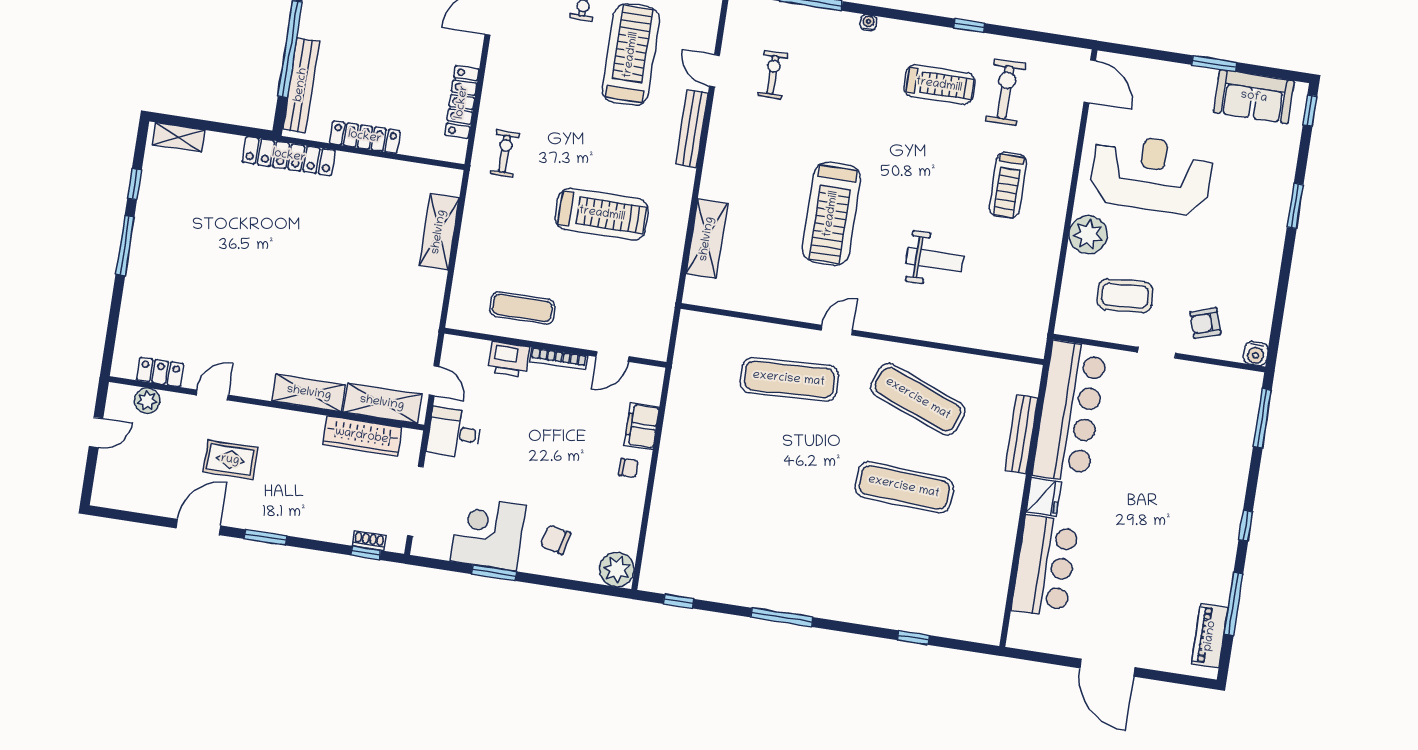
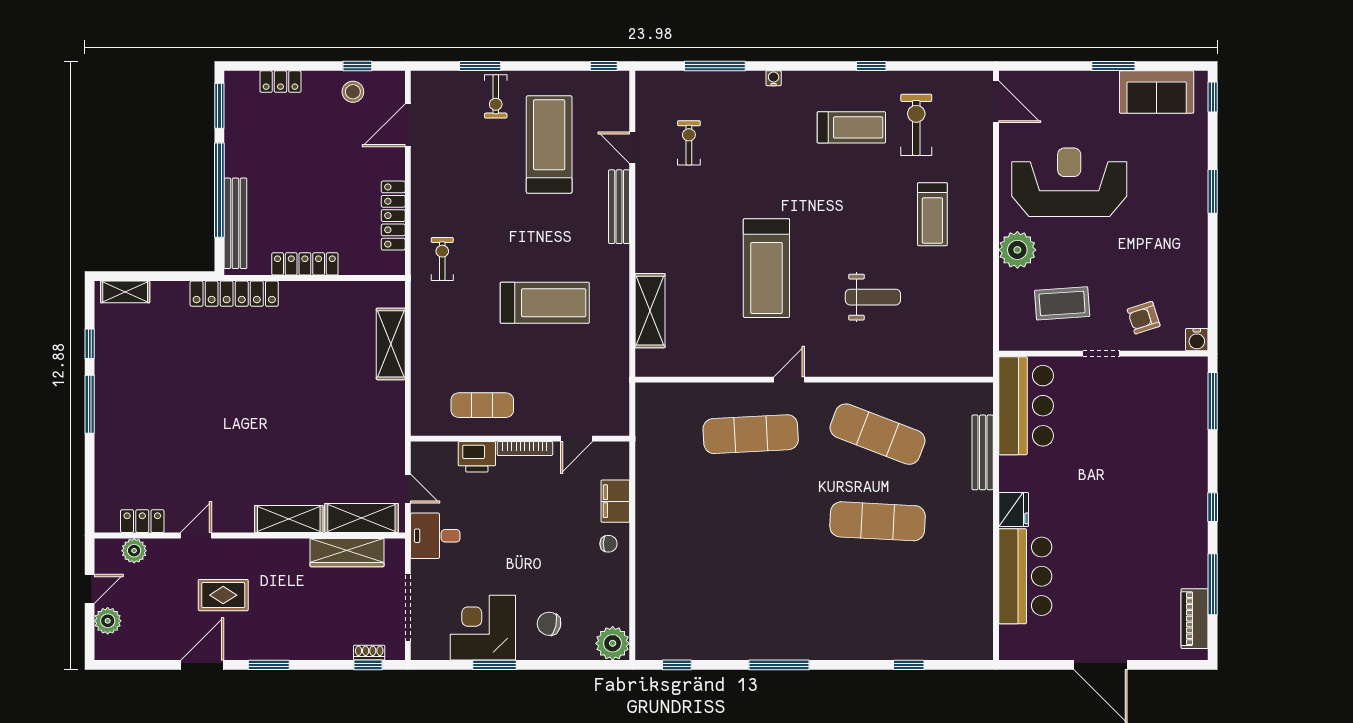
bar counter: (1070, 412) -> (1026, 406), width x0.73
plant: (109, 468) -> (108, 621), added

